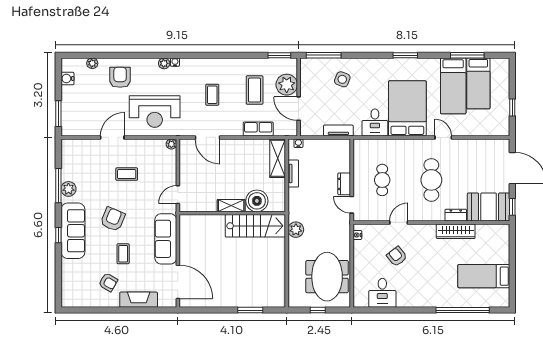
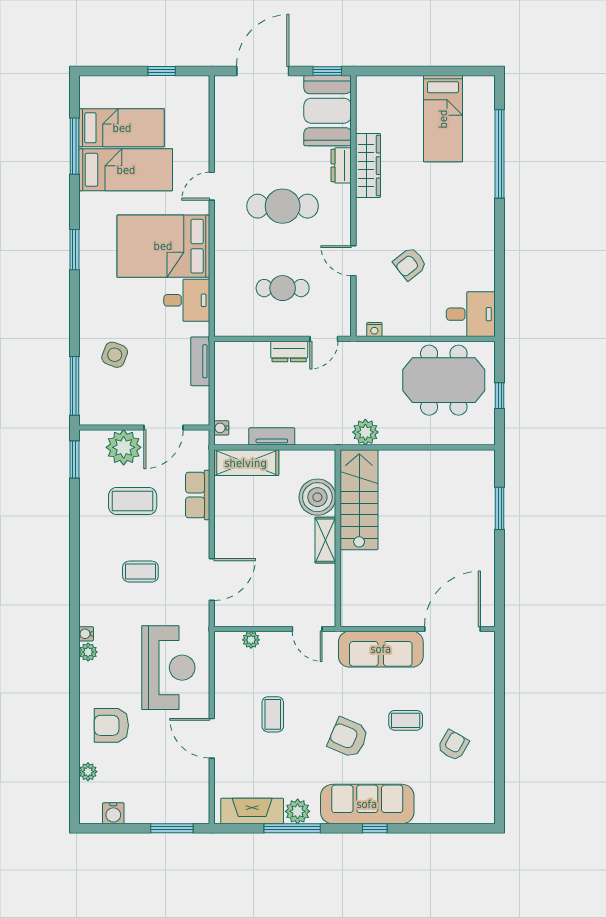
plant: (171, 144) -> (251, 640), moved
desk: (382, 293) -> (471, 314), moved
fireplace: (139, 300) -> (252, 811), moved, turned 90

